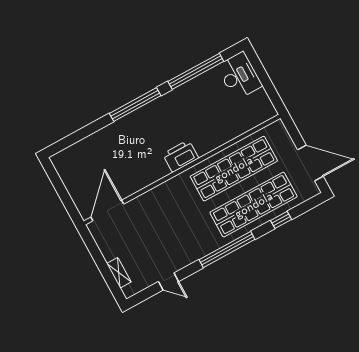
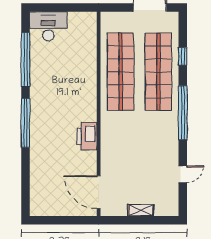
printer: (181, 156) -> (87, 136), moved
shelving: (119, 273) -> (141, 210), moved

